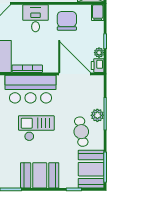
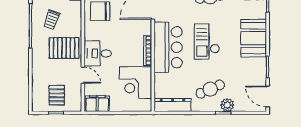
desk: (36, 18) -> (98, 53), moved

